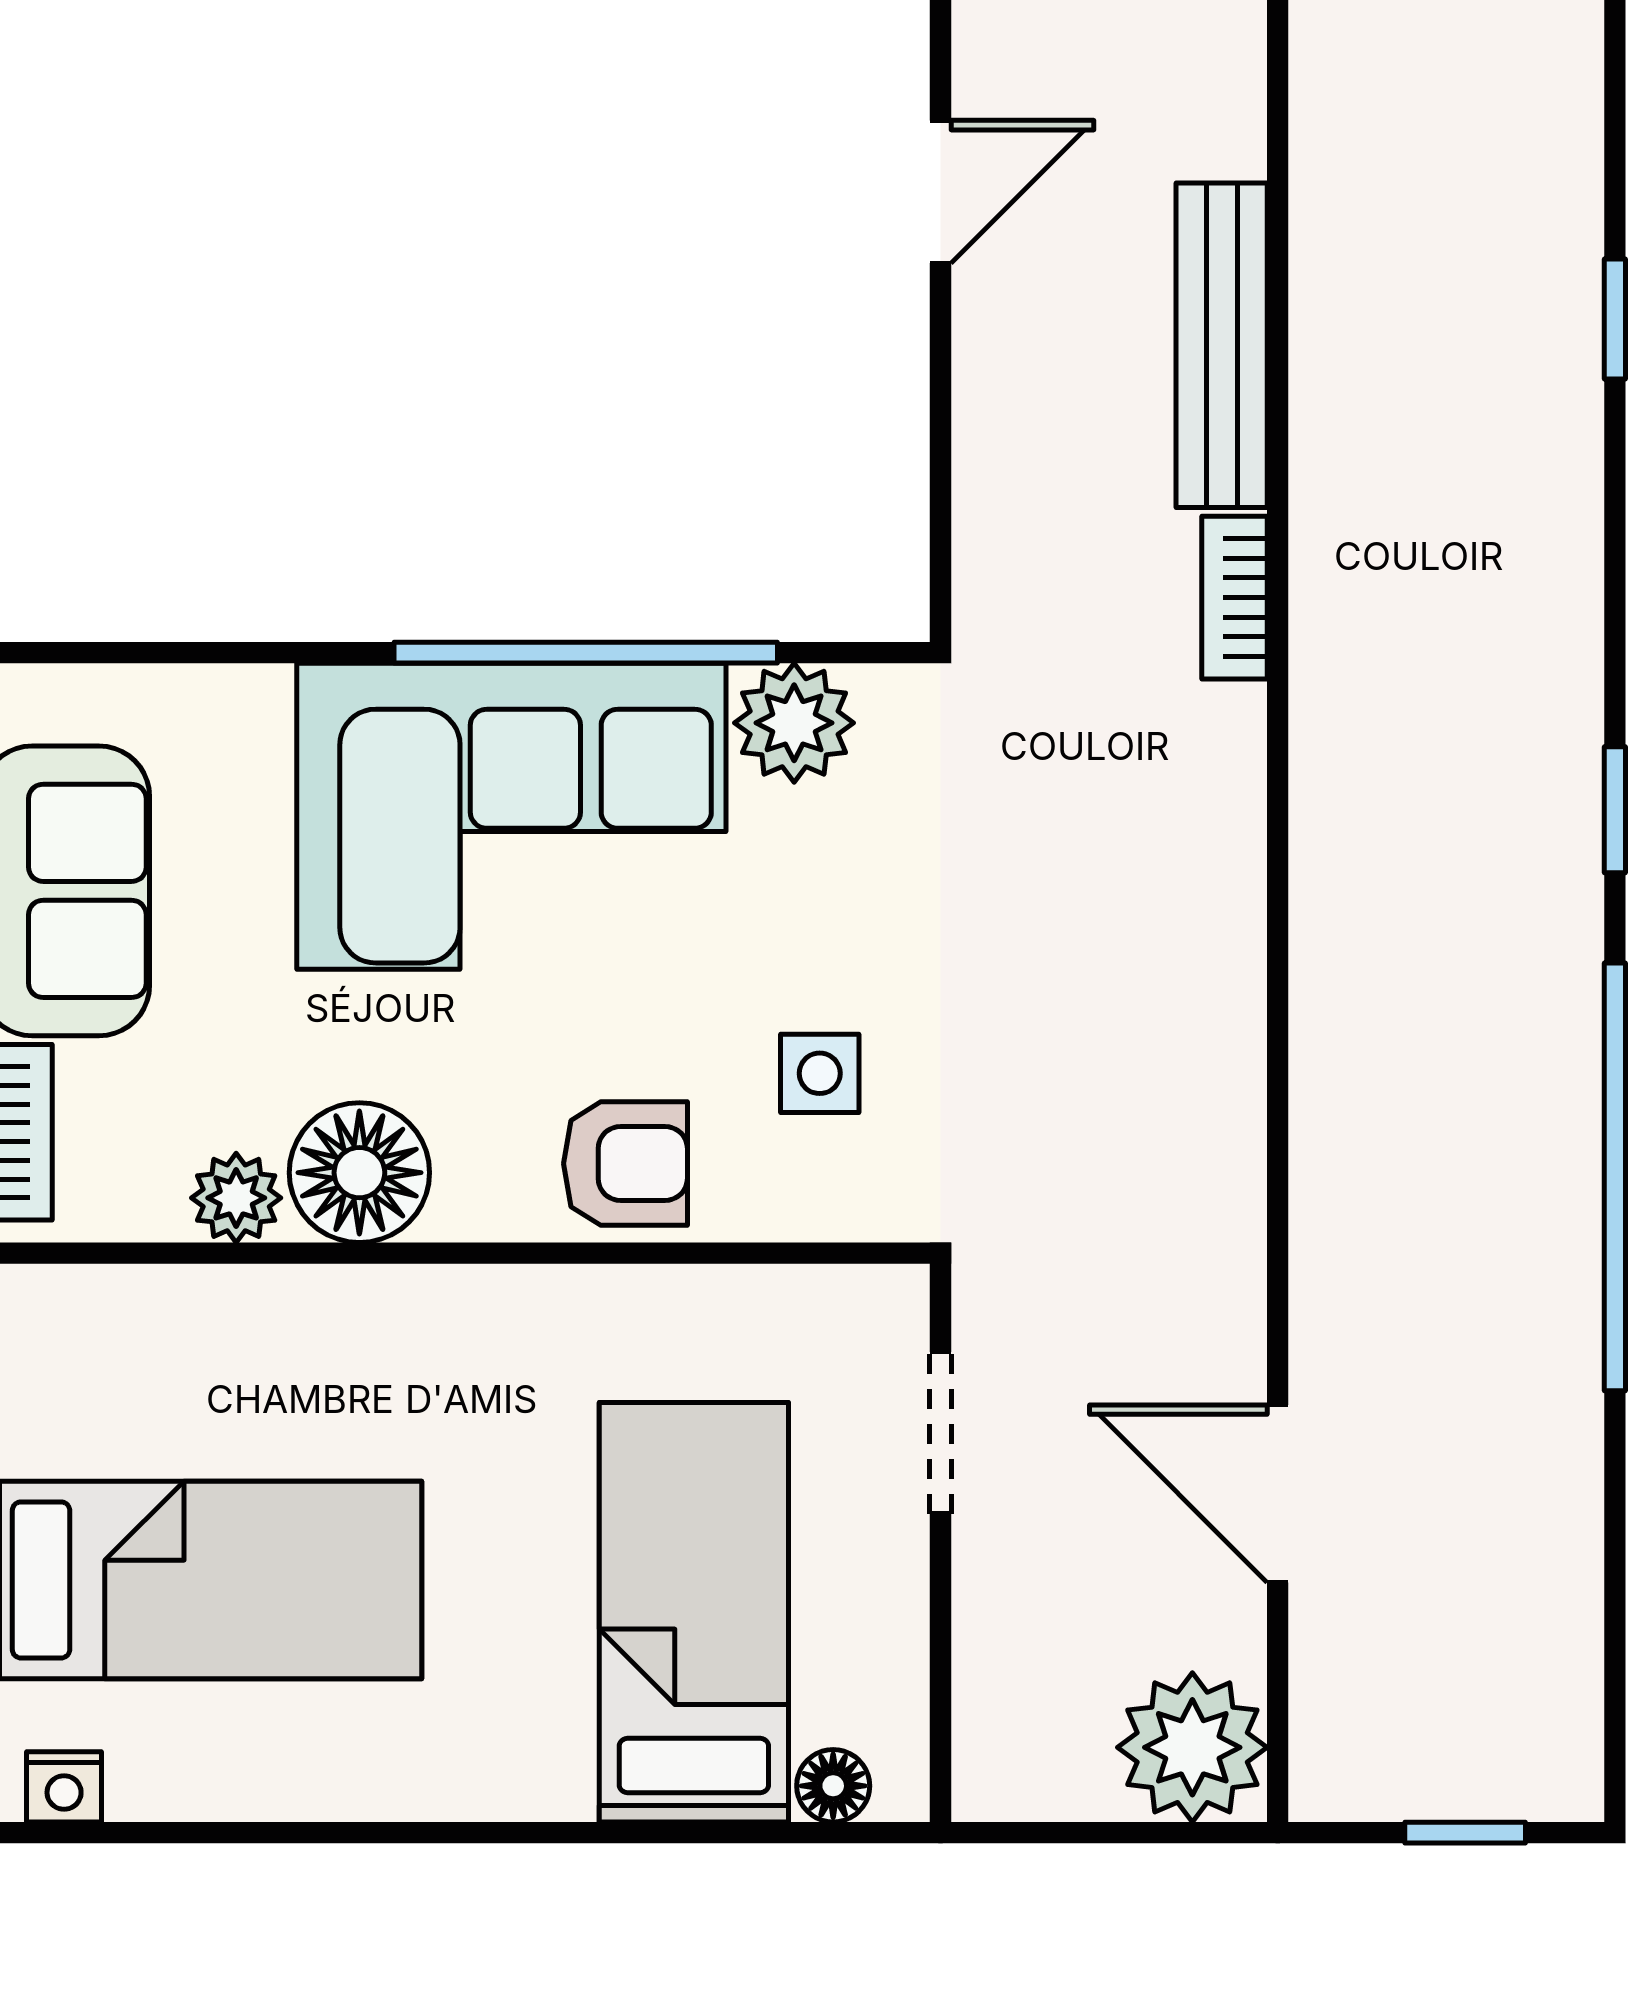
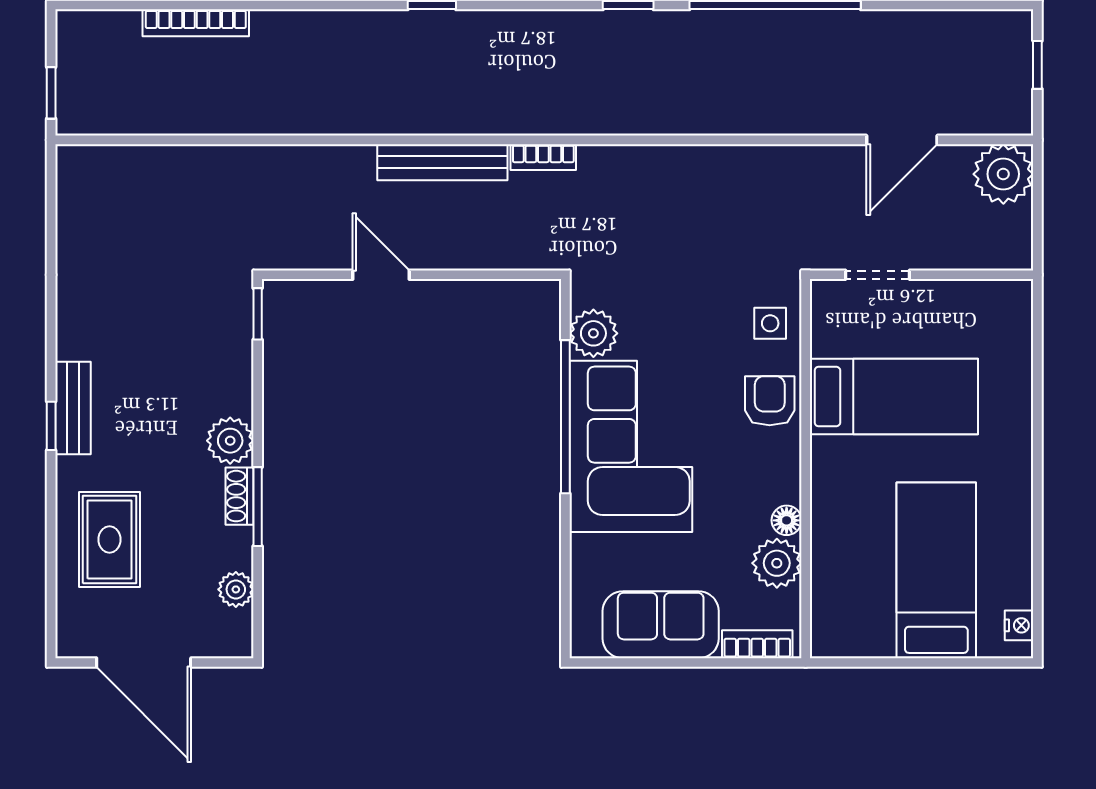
side table: (820, 1073) -> (770, 323), moved
floor lamp: (359, 1173) -> (787, 520), width x0.53, depth x0.53
plant: (236, 1198) -> (777, 563), width x1.38, depth x1.38
bed: (694, 1612) -> (894, 396), moved, turned 180
floor lamp: (833, 1786) -> (1019, 318), removed

